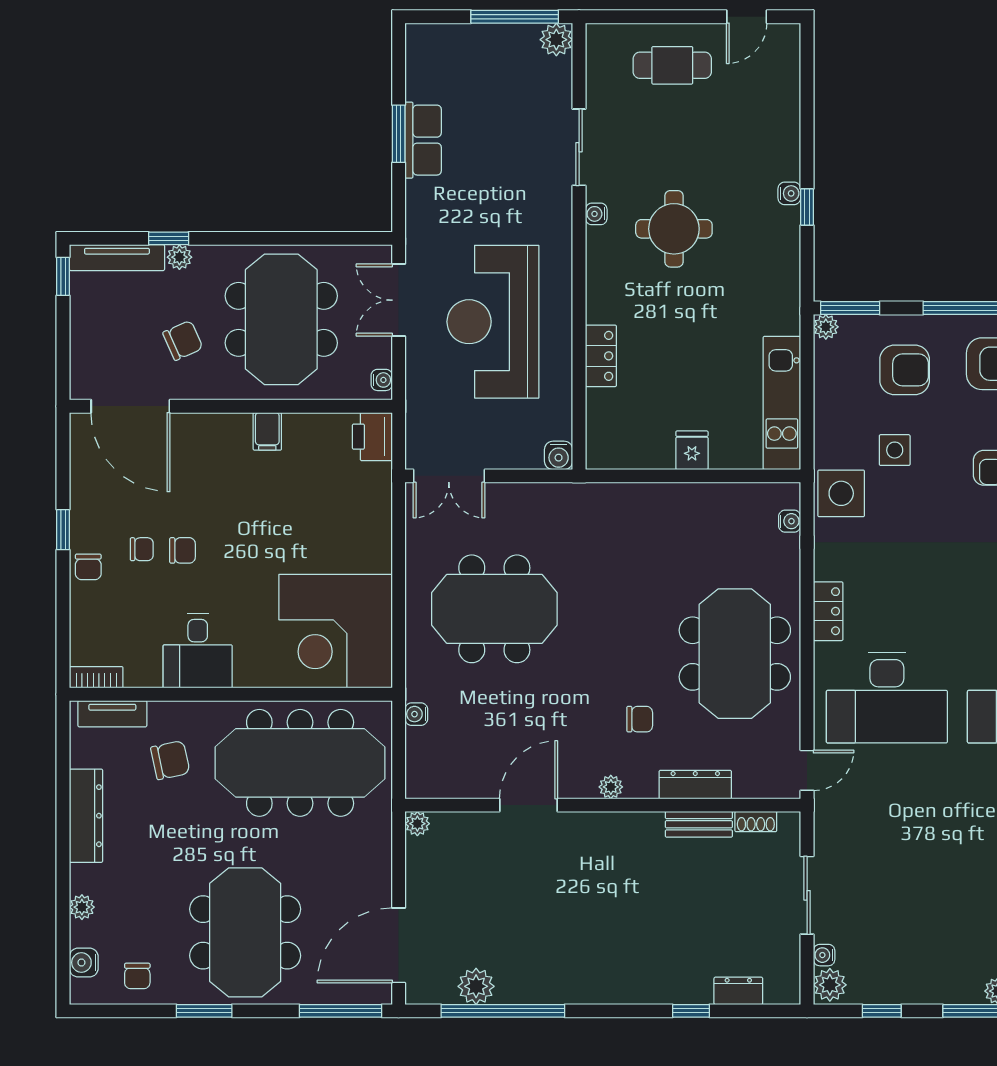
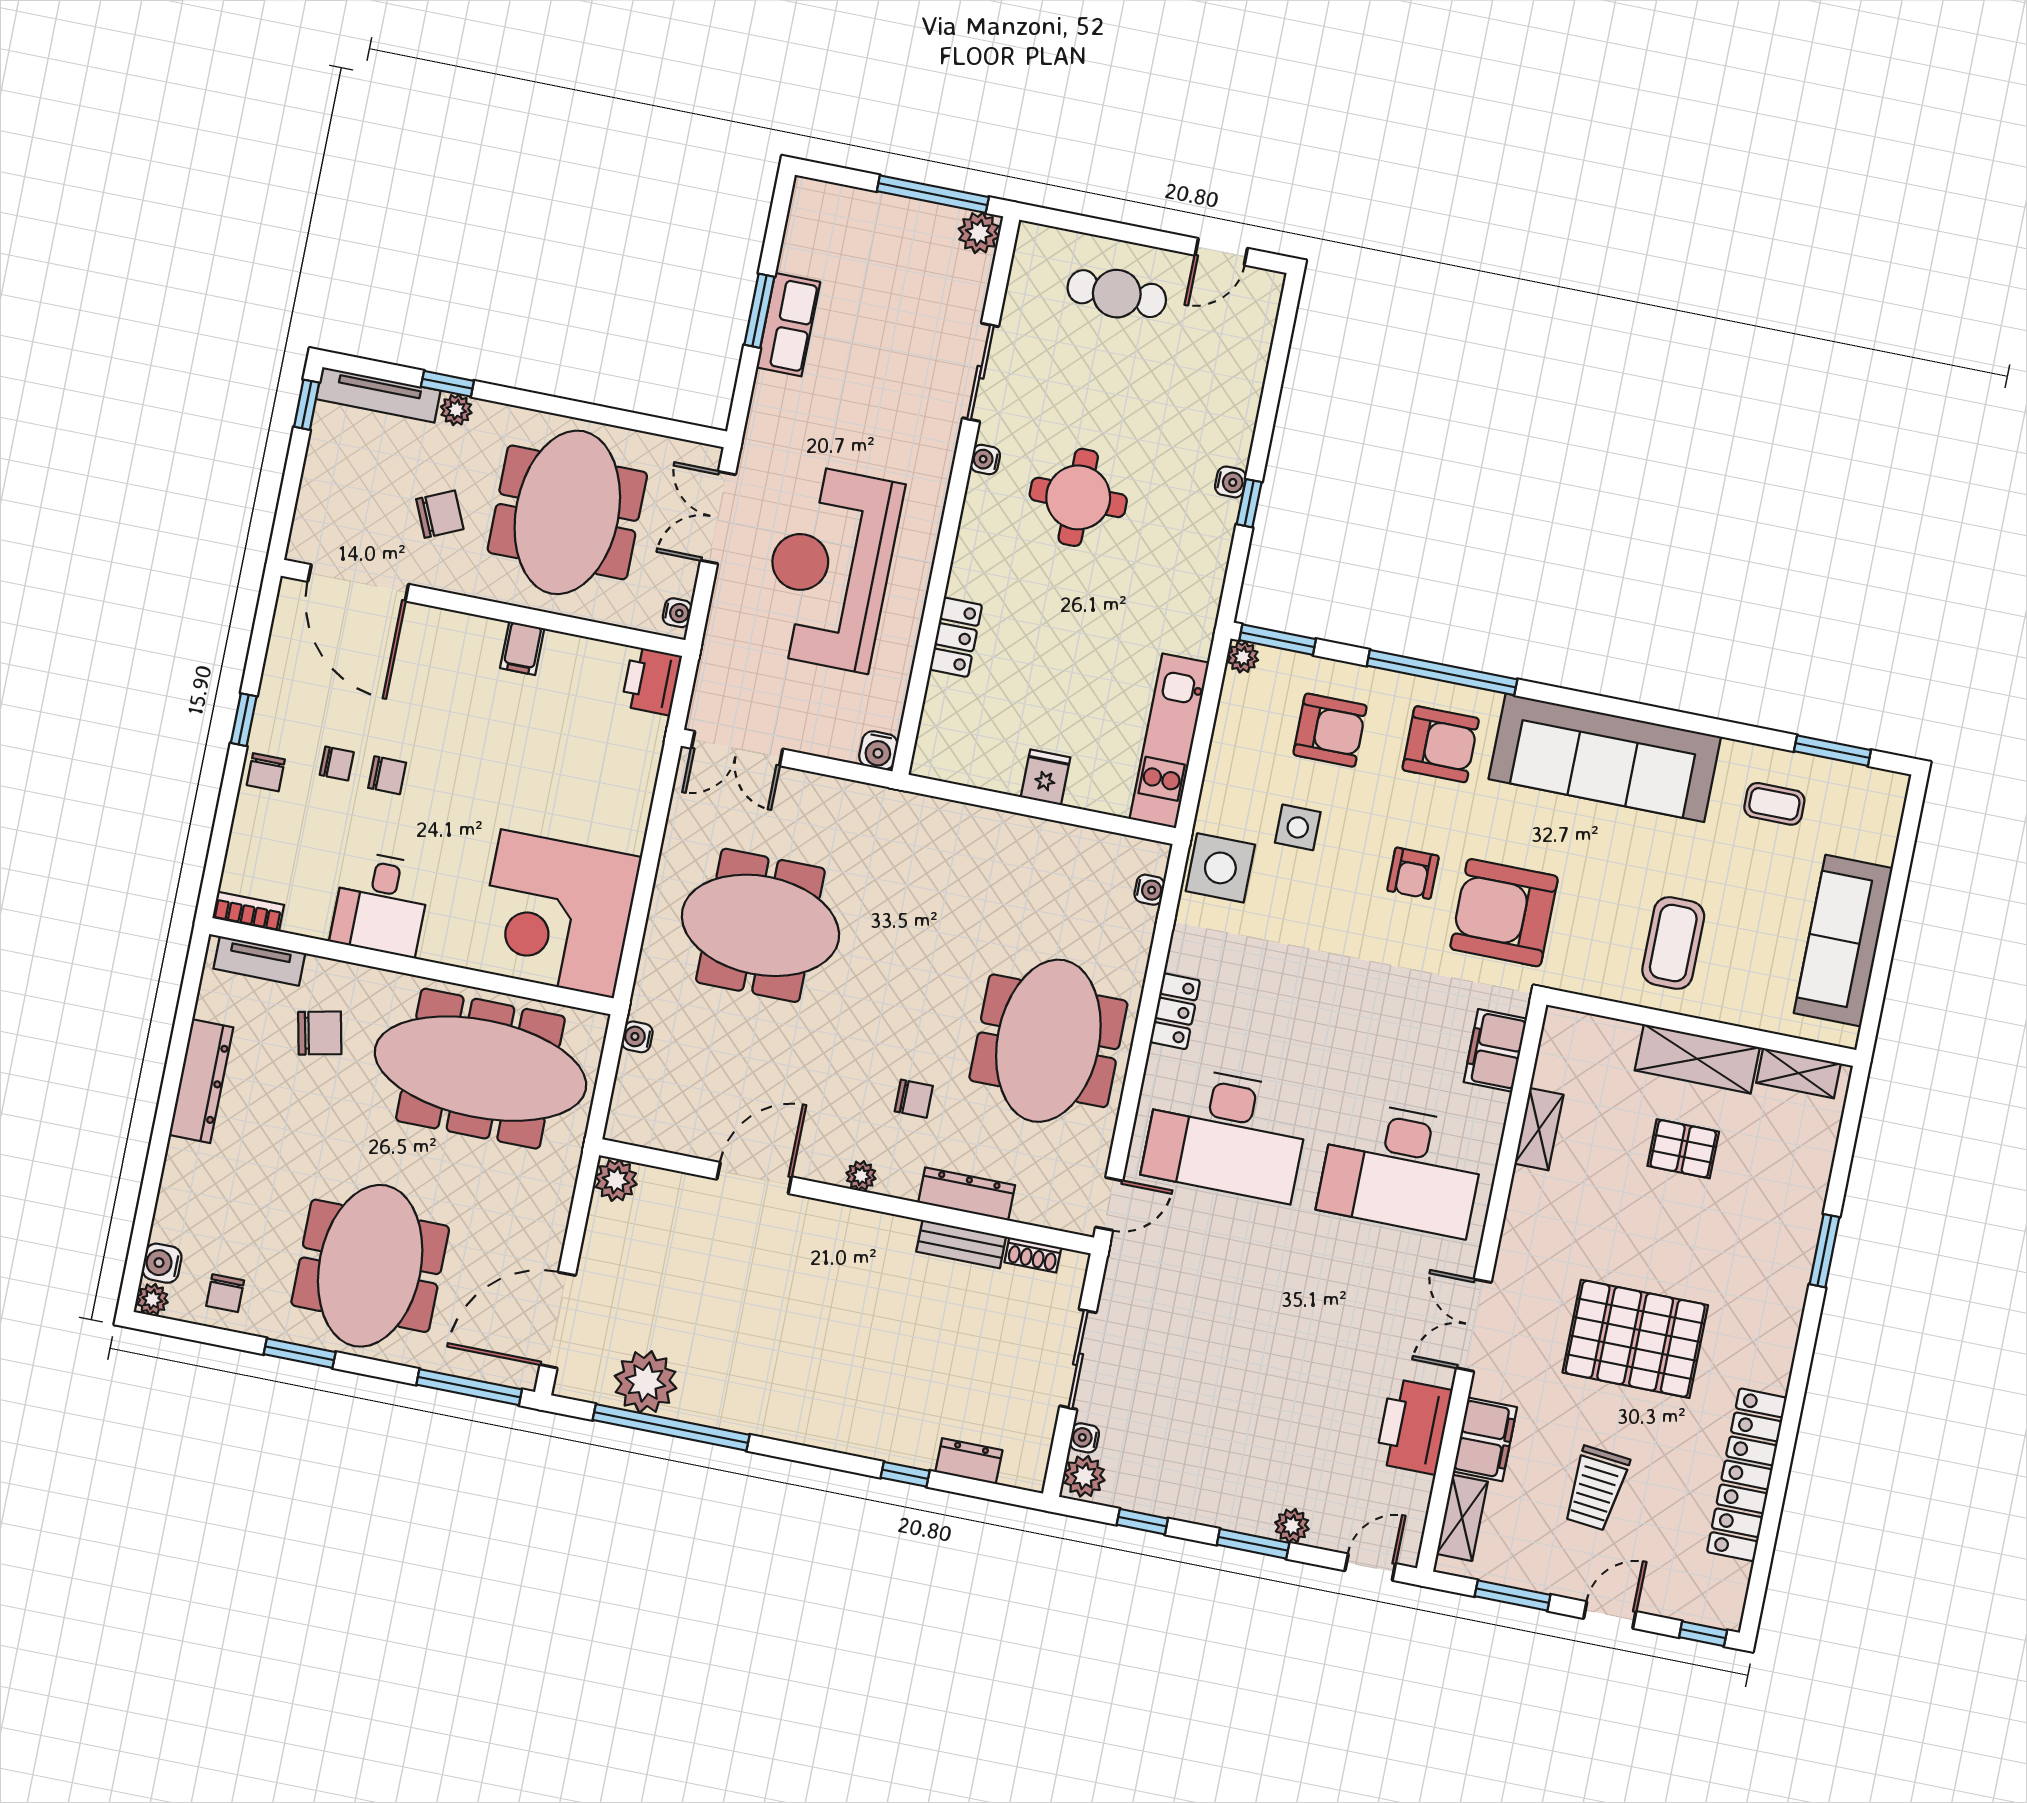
plant: (417, 824) -> (616, 1180), width x1.38, depth x1.38
plant: (82, 907) -> (152, 1299), moved
plant: (476, 986) -> (646, 1382), width x1.36, depth x1.36

